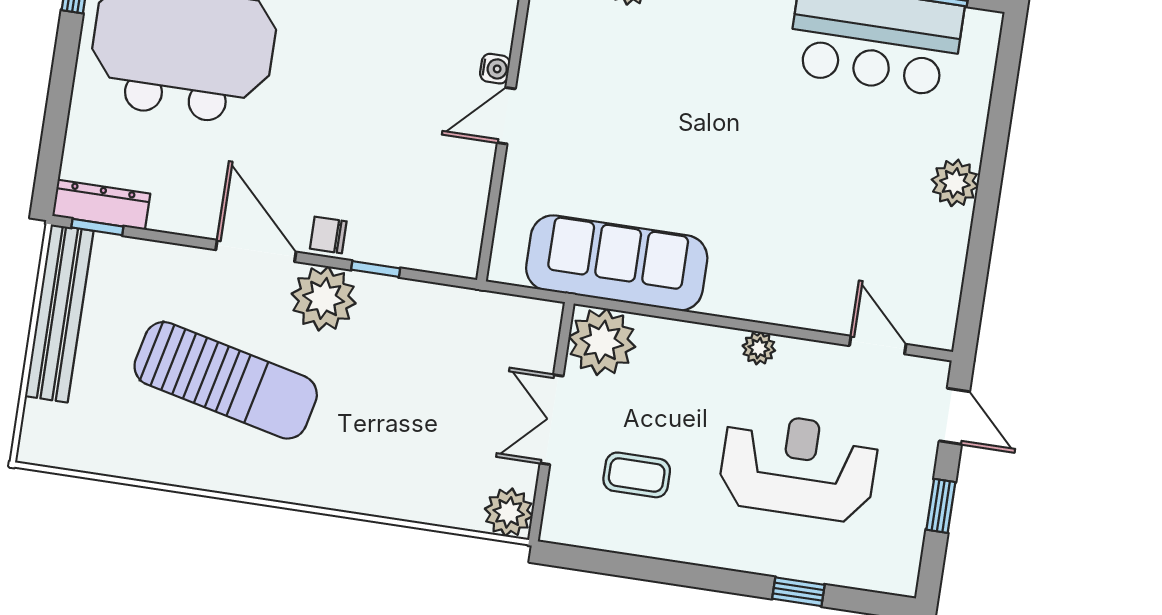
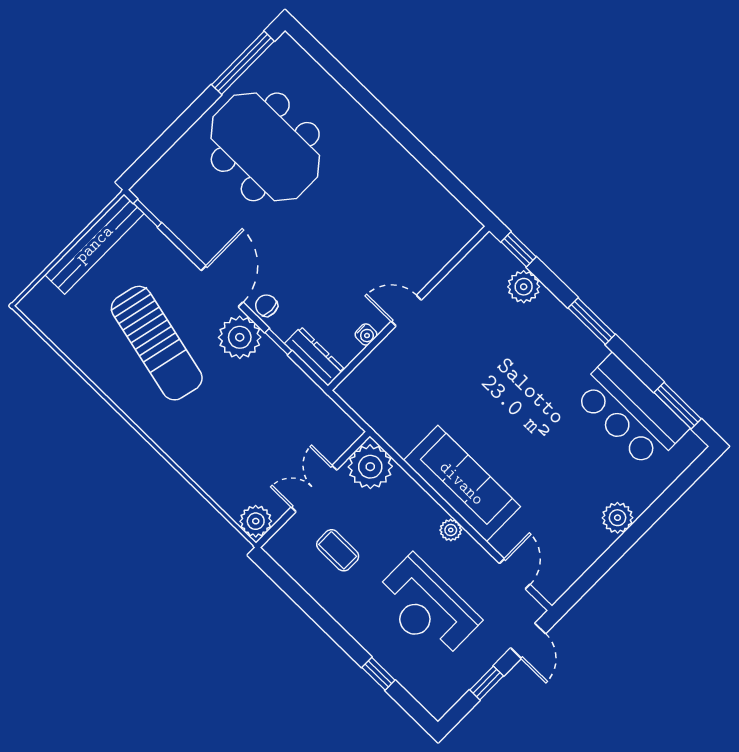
water cooler: (495, 69) -> (366, 335), moved
dresser: (101, 205) -> (314, 356), moved
sofa: (617, 263) -> (462, 483), moved
reception desk: (798, 467) -> (426, 608), turned 180

